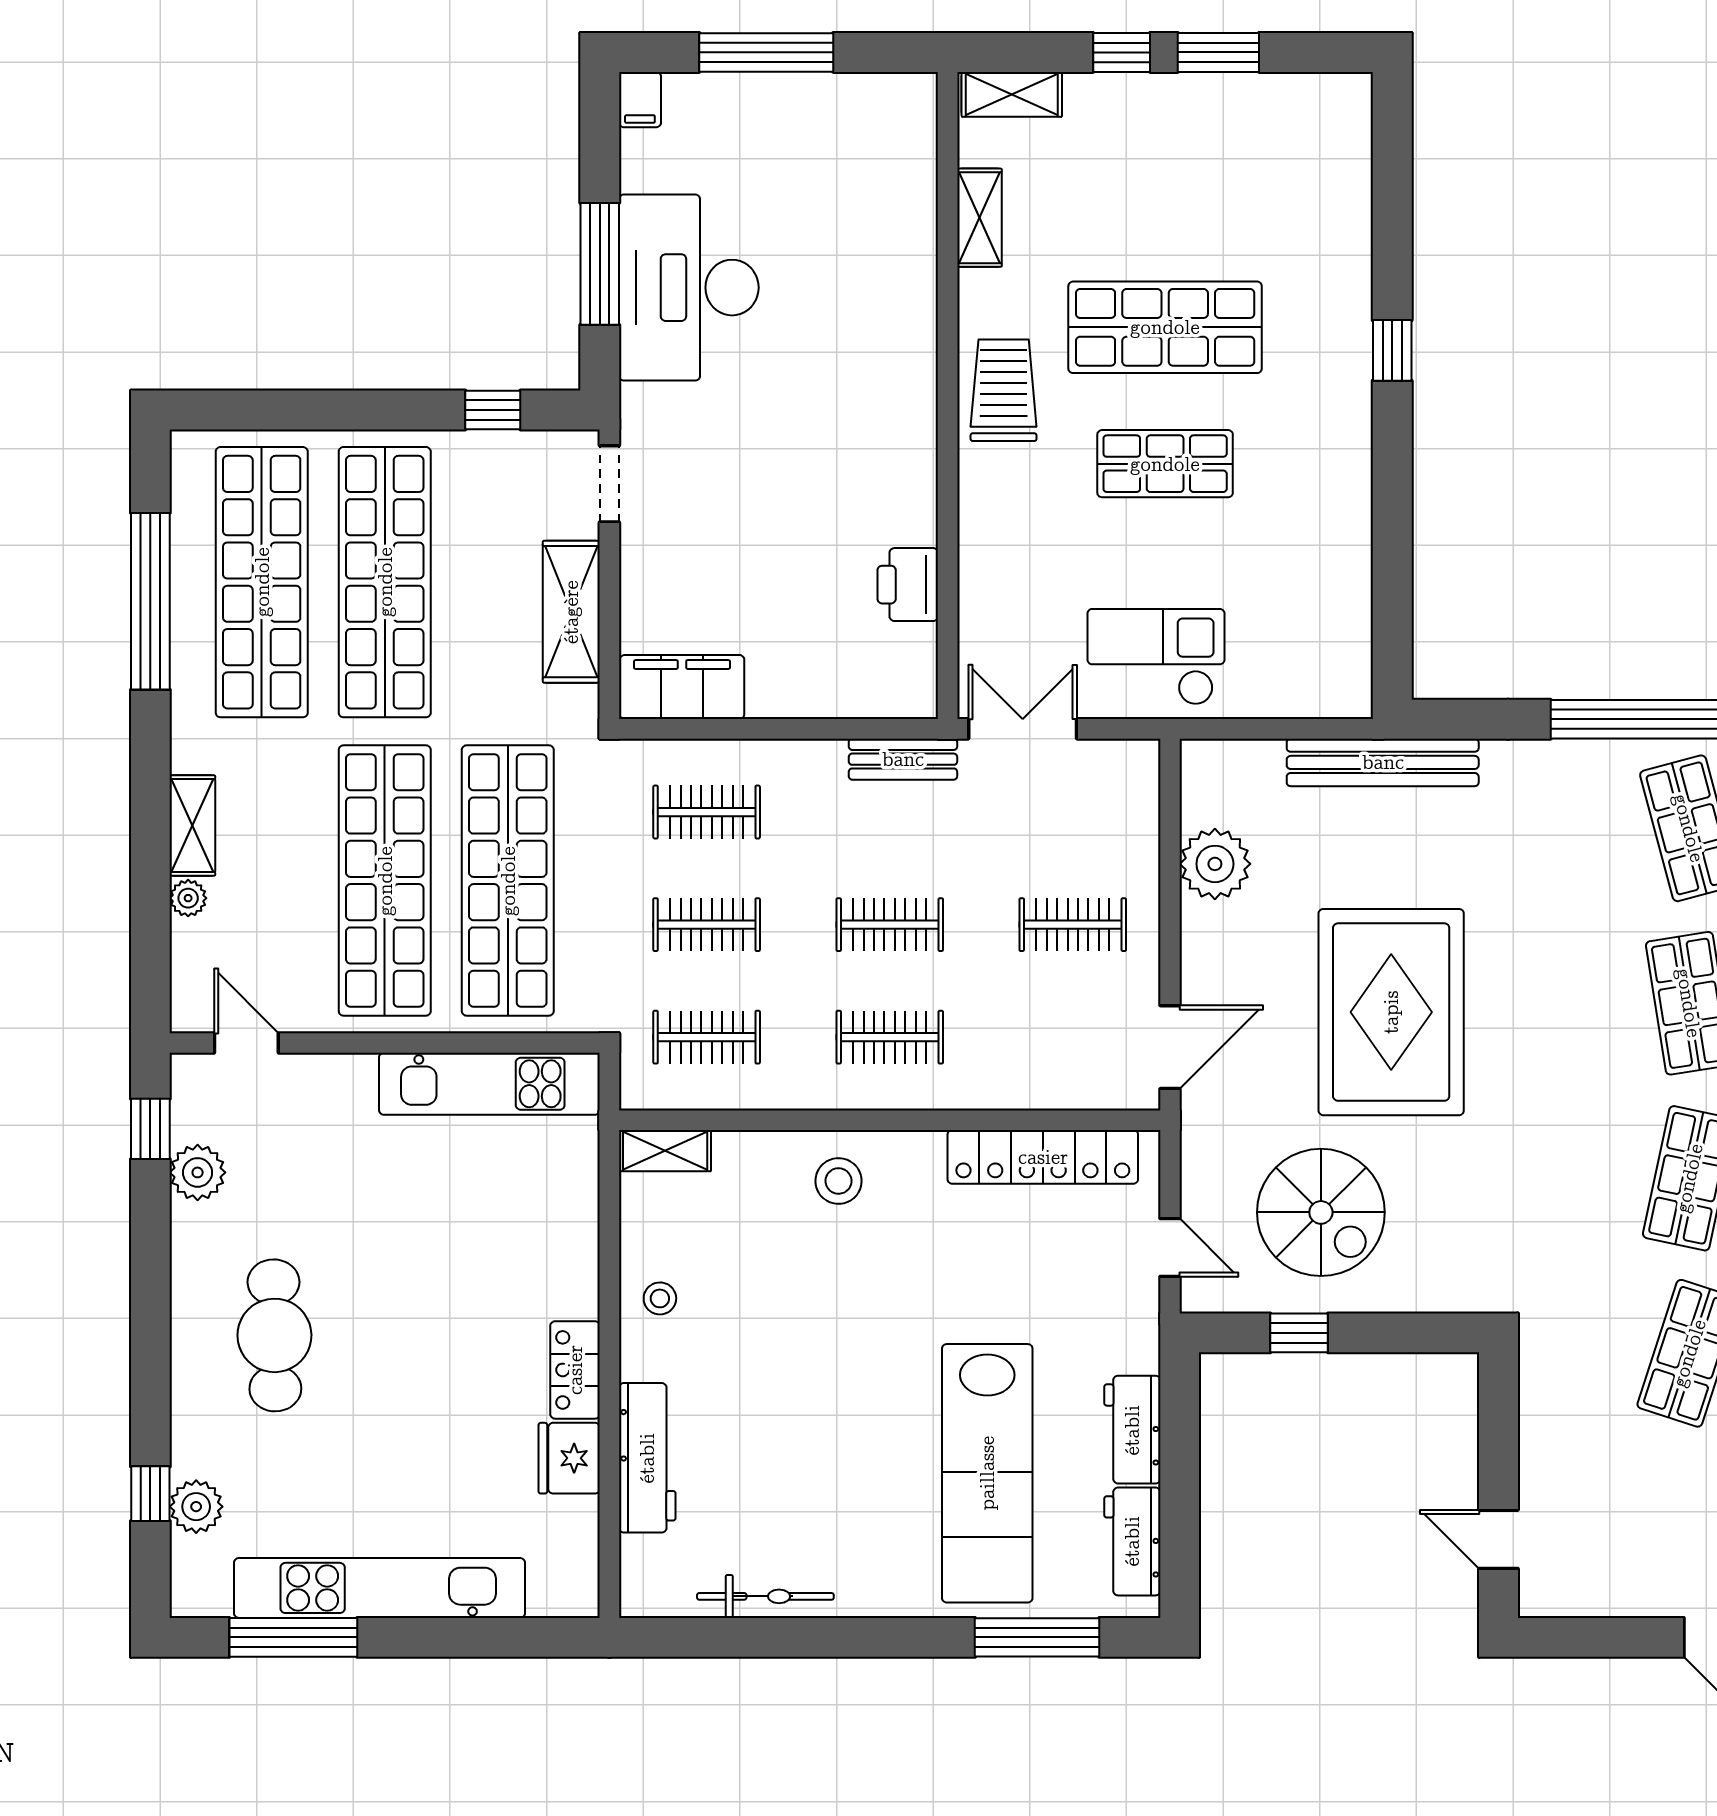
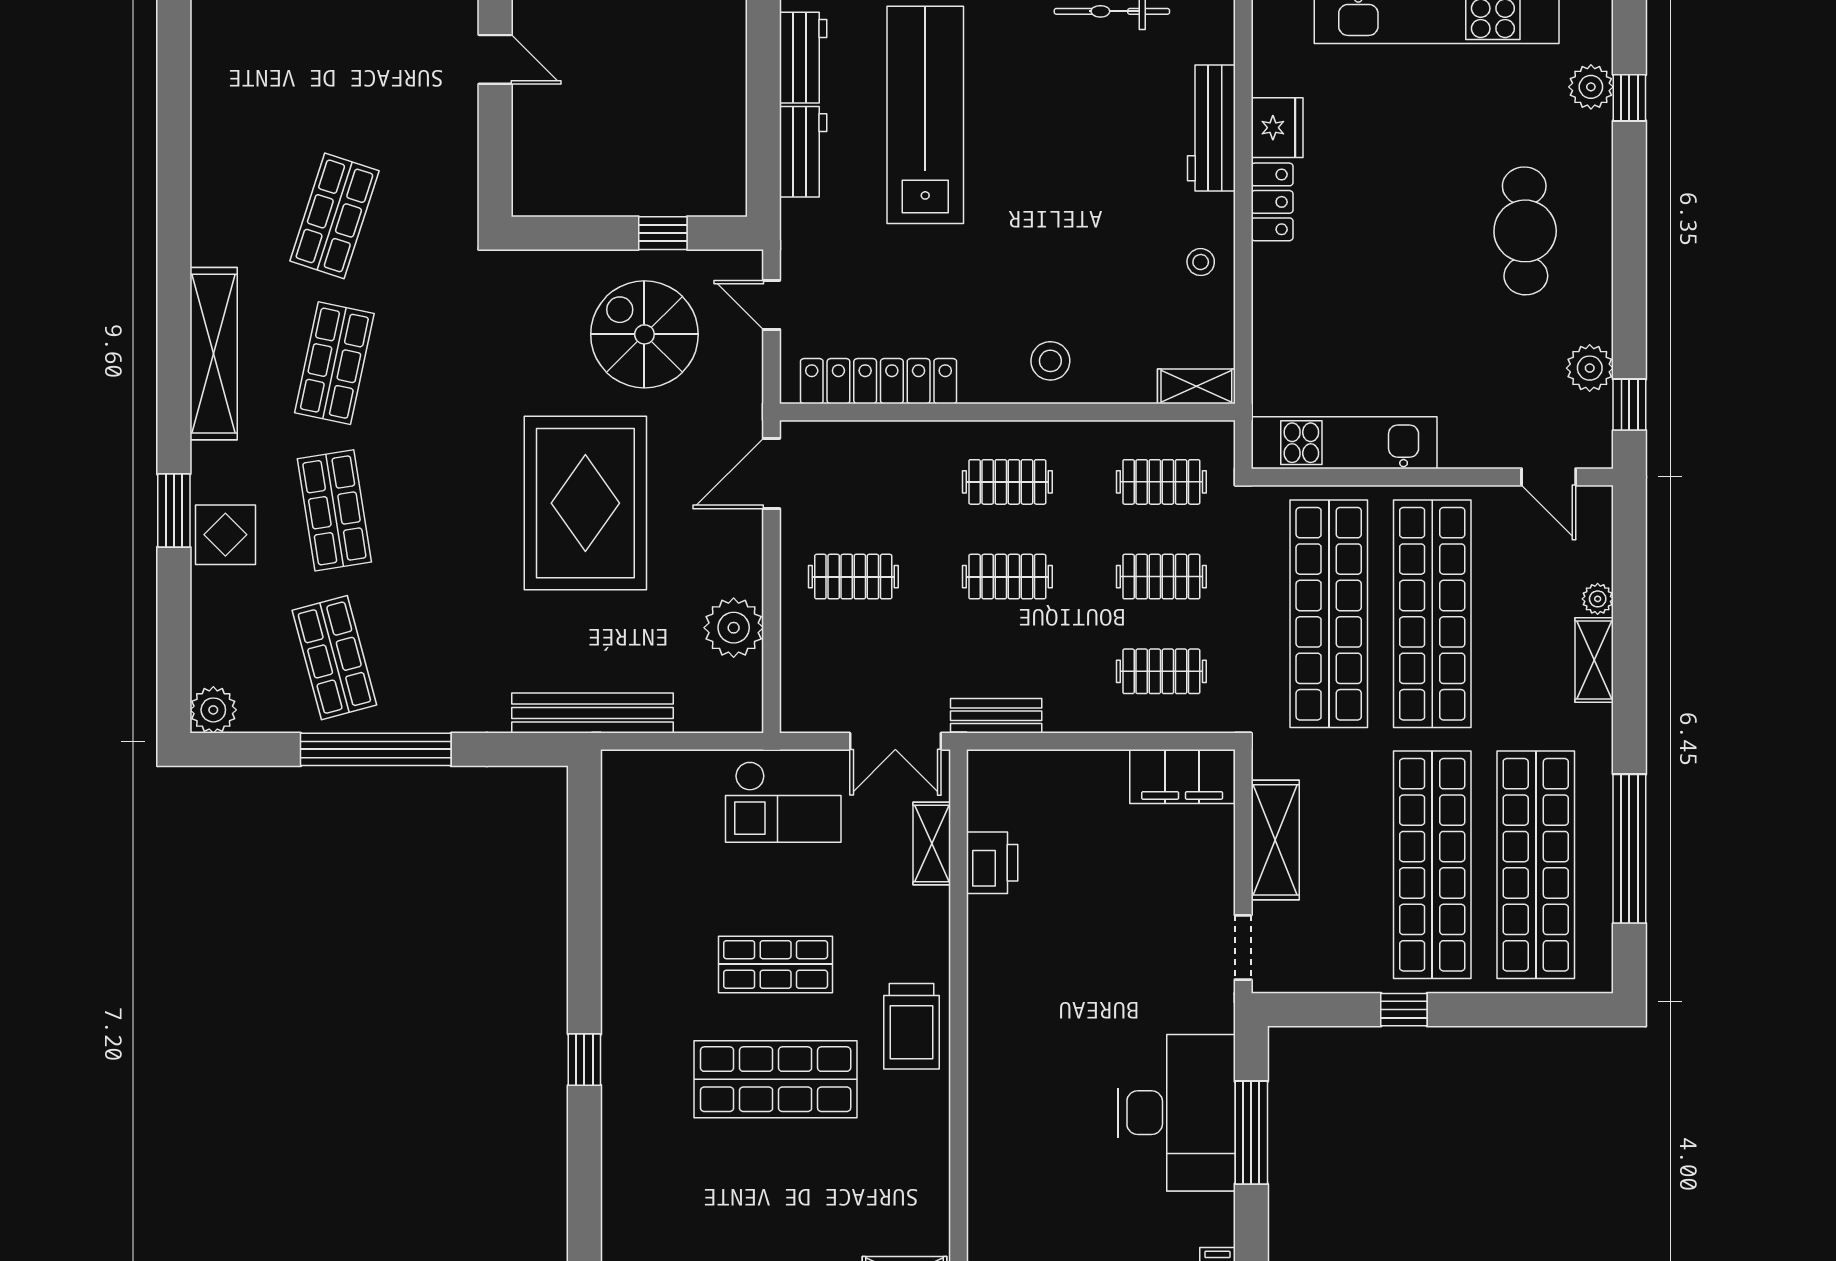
shelving: (979, 218) -> (932, 844), moved
window: (493, 410) -> (1404, 1010), moved

